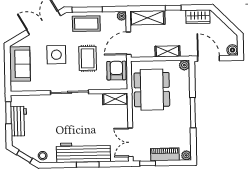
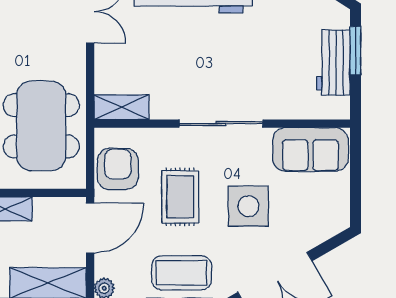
sofa: (20, 64) -> (310, 149), moved, turned -90
armchair: (116, 71) -> (118, 169), turned 180
window: (8, 113) -> (356, 51), moved

